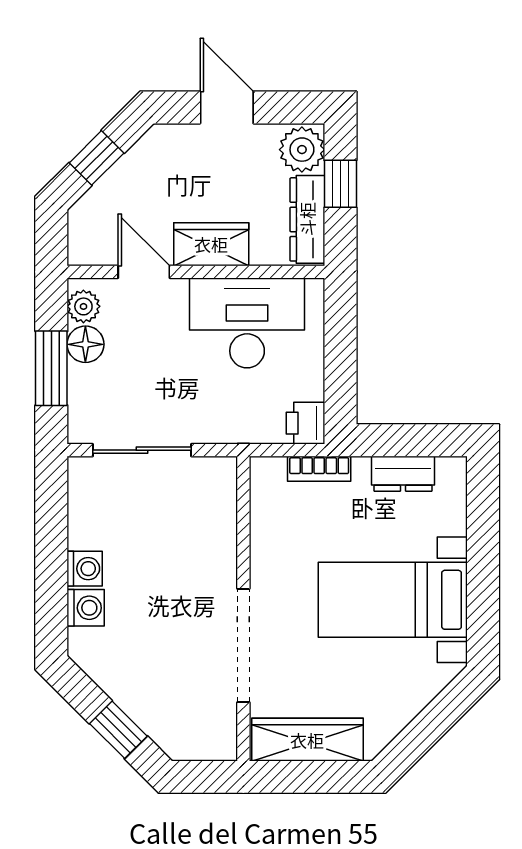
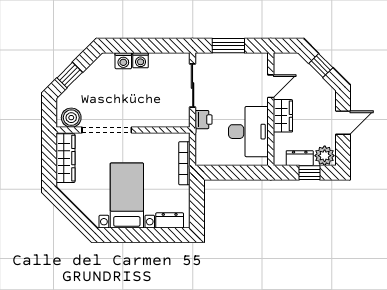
dresser: (307, 219) -> (300, 158), width x0.70
plant: (83, 306) -> (256, 60), removed
floor lamp: (85, 344) -> (239, 61), removed
printer: (305, 423) -> (204, 120), moved, turned 90
bookcase: (319, 469) -> (184, 163), width x1.56
dresser: (403, 474) -> (170, 220), moved, turned 90
boiler: (215, 726) -> (71, 118), added

